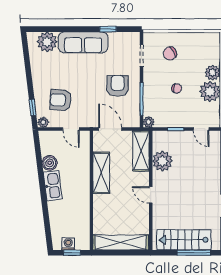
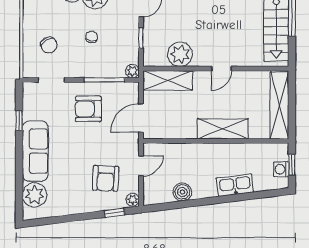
shelving: (101, 173) -> (223, 129), moved
kitchen sink: (53, 186) -> (235, 185), moved

